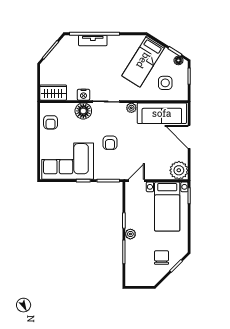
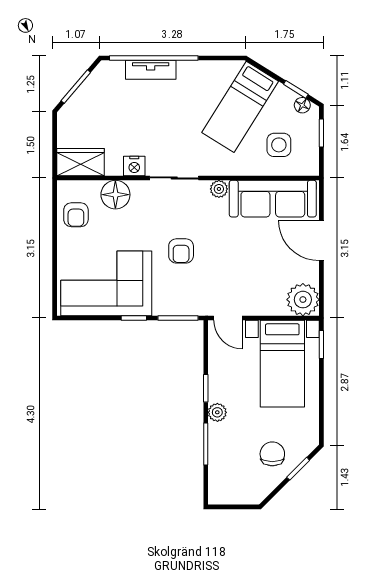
floor lamp: (83, 111) -> (115, 195), moved
door: (136, 181) -> (228, 318), swing flipped

